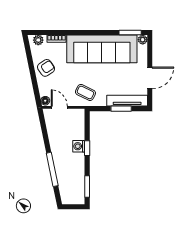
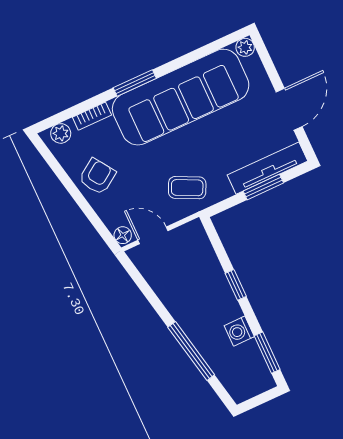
window: (130, 32) -> (135, 83), moved
washing machine: (79, 146) -> (239, 331), moved

